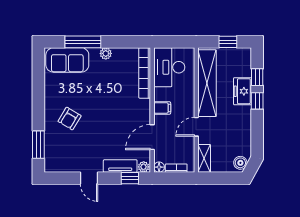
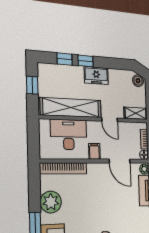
plant: (106, 53) -> (51, 202), width x1.87, depth x1.87
desk: (169, 67) -> (69, 135), moved, turned 180
freezer: (243, 91) -> (96, 75), moved

